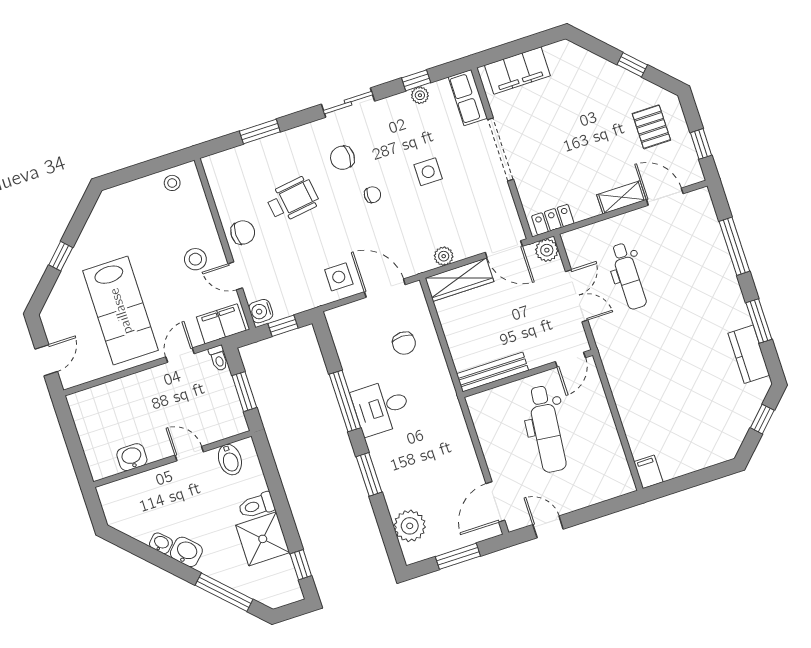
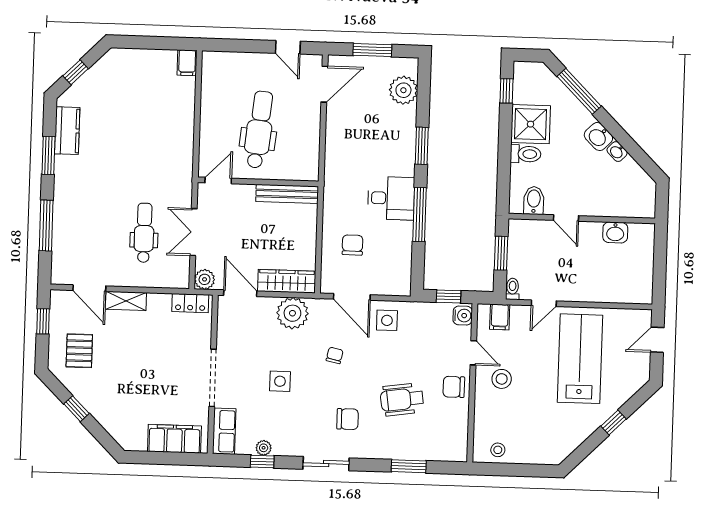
chair: (372, 195) -> (335, 355), moved, turned 102
plant: (444, 256) -> (292, 313), width x1.88, depth x1.88
filing cabinet: (221, 324) -> (500, 317), width x0.50

